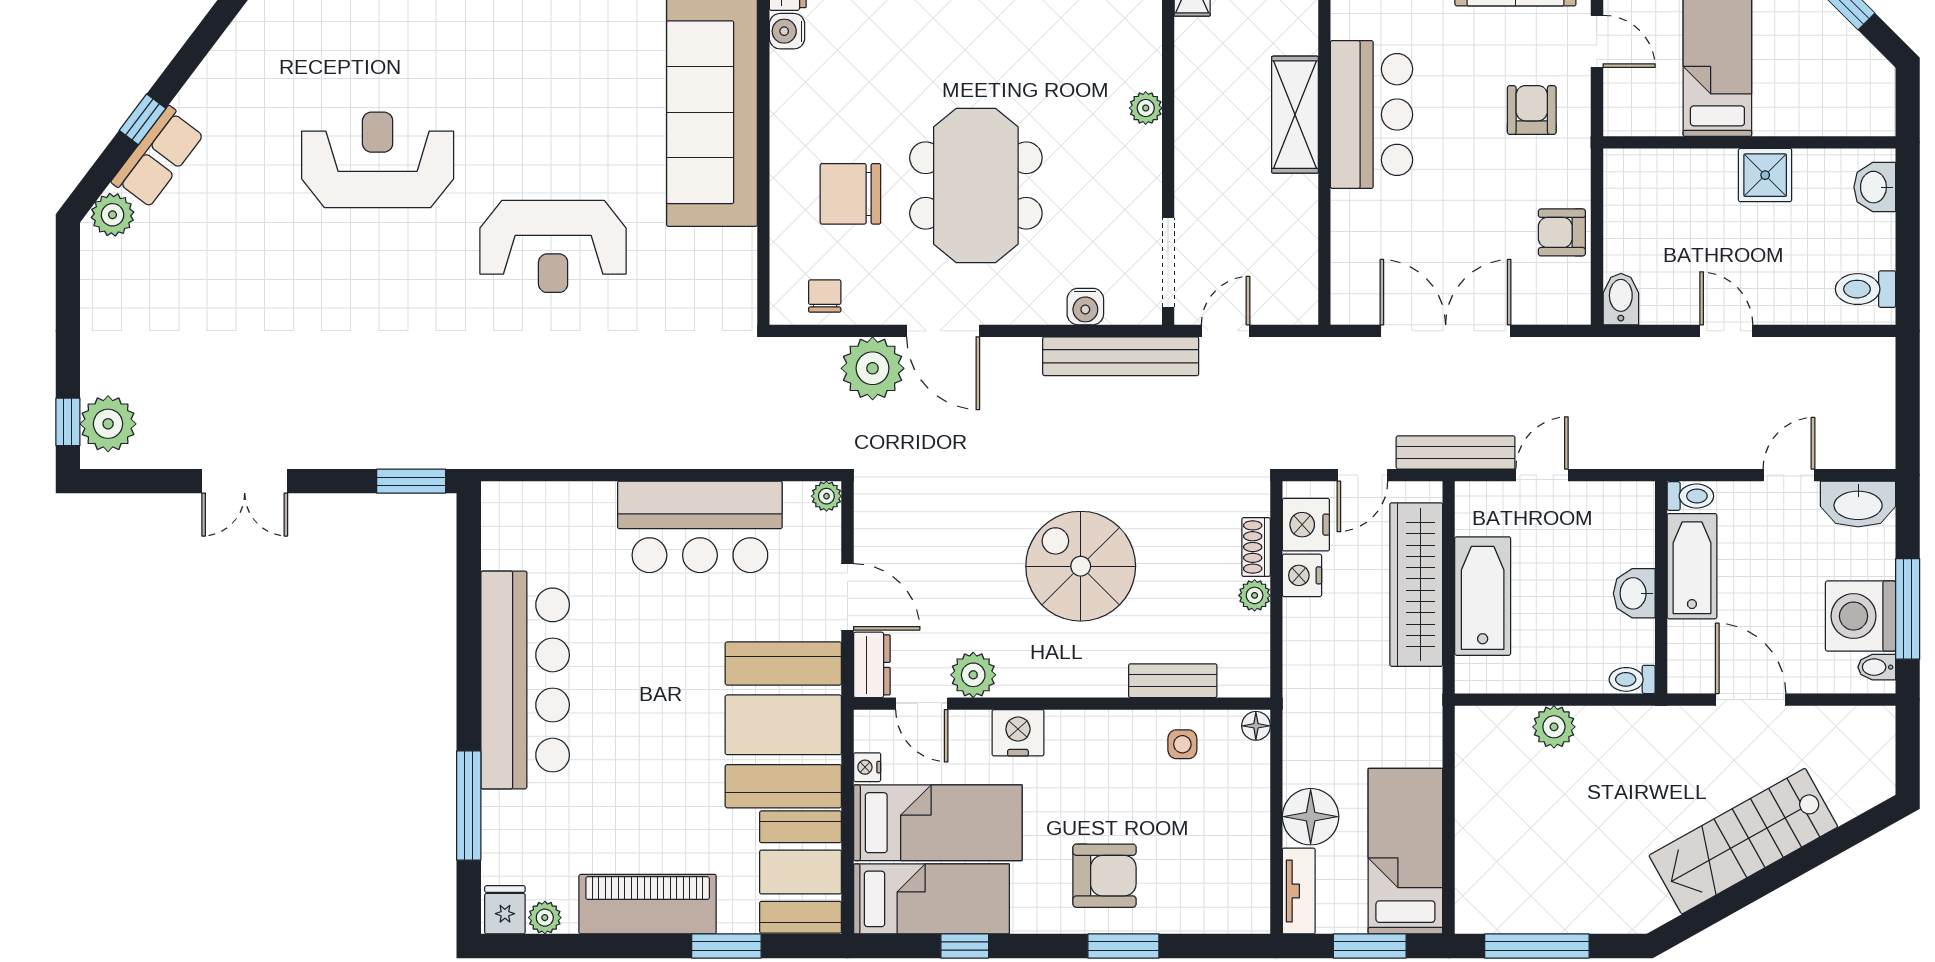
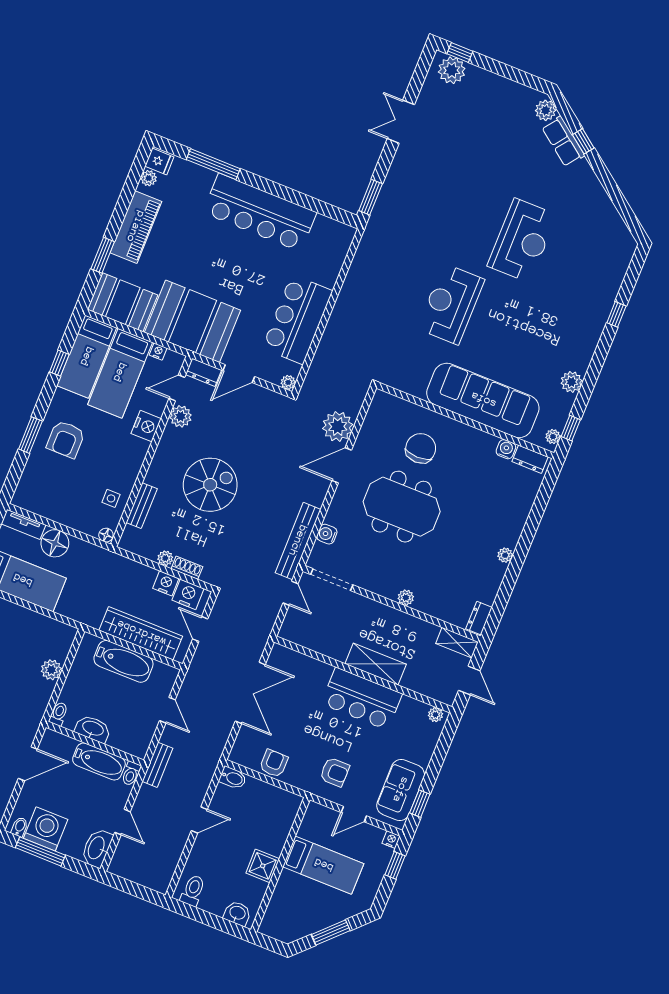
chair: (825, 296) -> (379, 418), removed
bench: (1456, 452) -> (157, 765), moved, width x0.73
washbasin: (1634, 593) -> (93, 729), width x1.38

